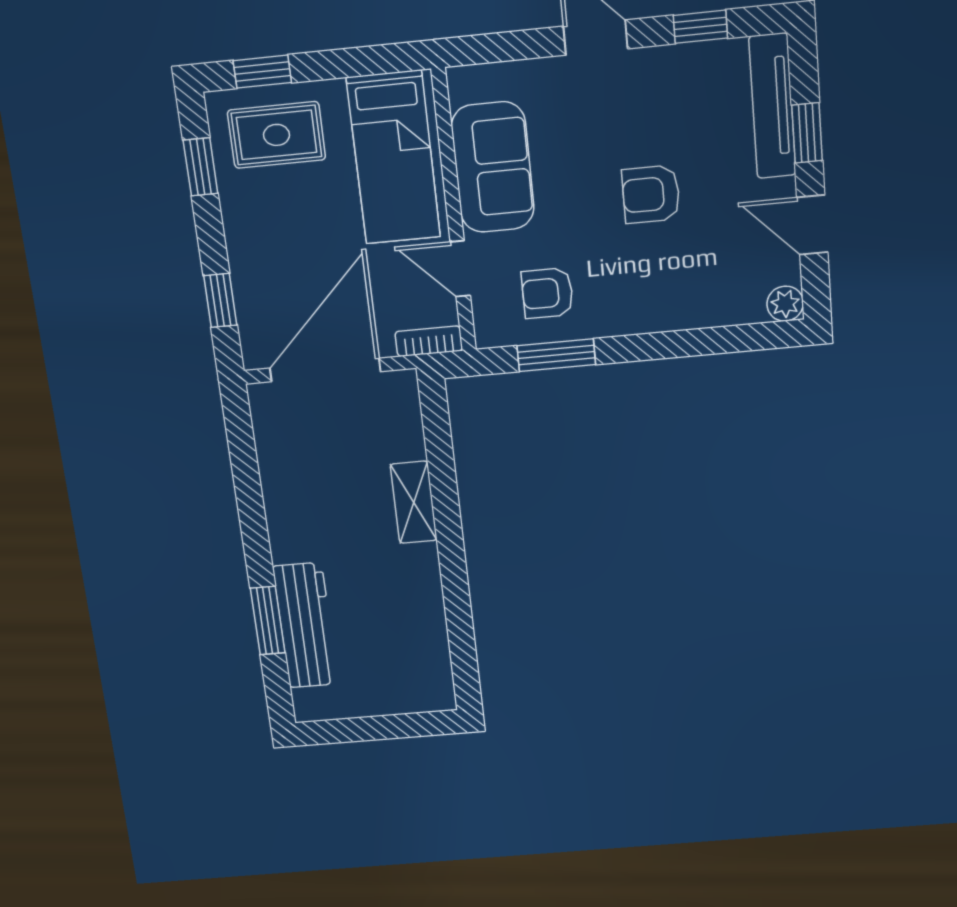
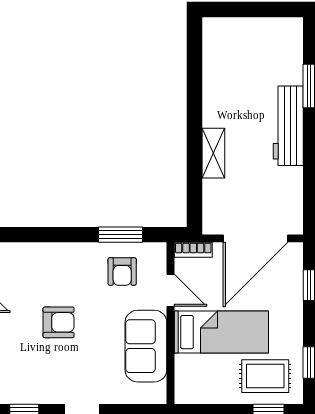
bed: (394, 158) -> (221, 332), moved, turned 90
armchair: (547, 293) -> (122, 271), turned 90
workbench: (305, 625) -> (288, 126), moved

